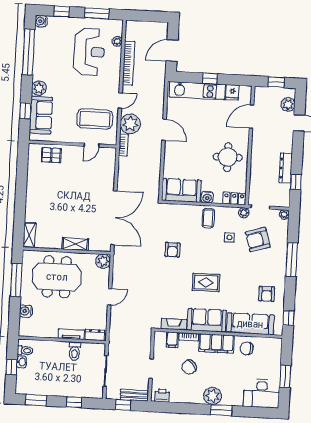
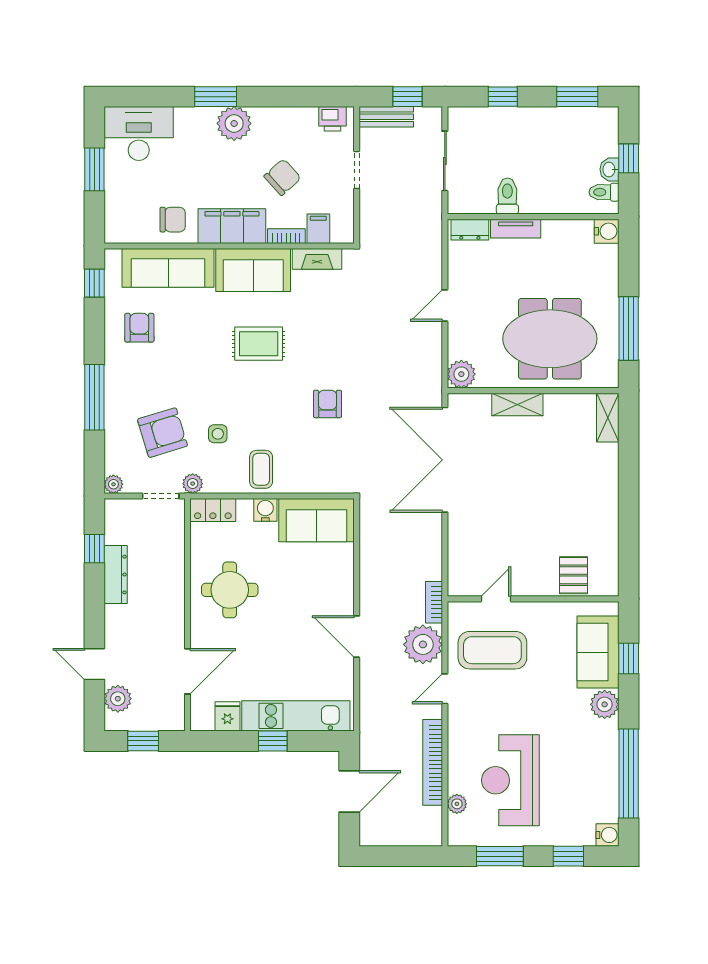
pallet: (51, 155) -> (573, 575), turned 90
water cooler: (26, 311) -> (607, 231), moved

